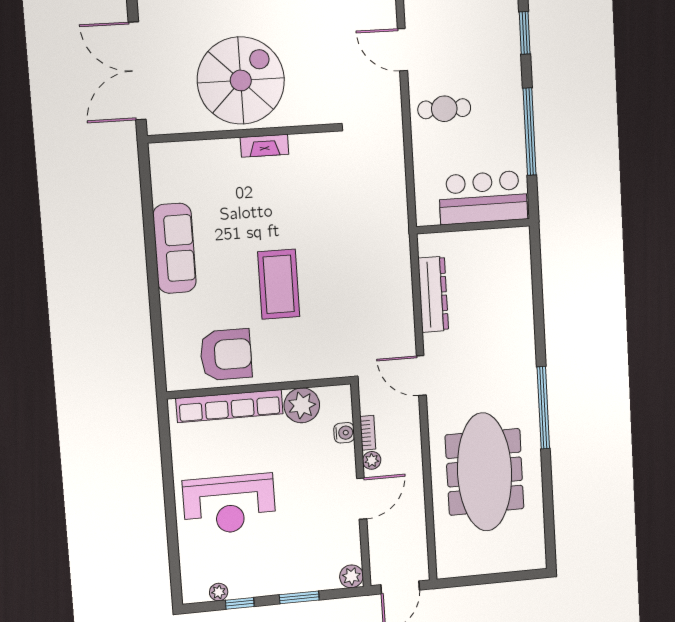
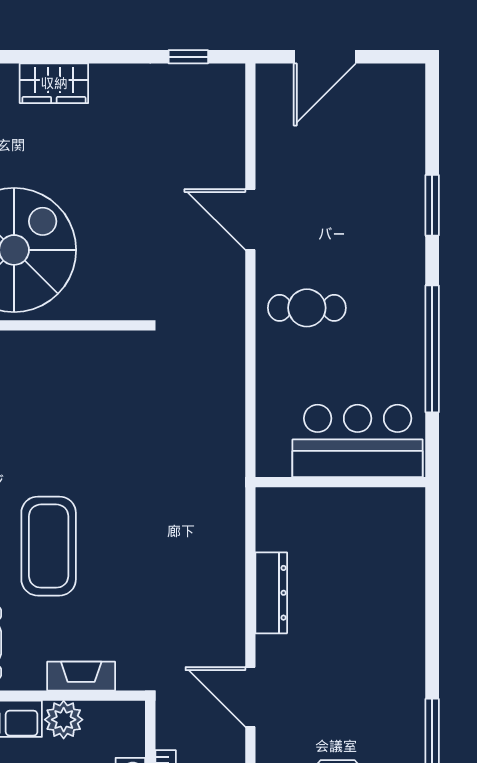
fireplace: (264, 146) -> (81, 676), moved, turned 180
dresser: (433, 294) -> (271, 593), width x0.73, depth x0.80
plant: (302, 405) -> (64, 720), width x0.73, depth x0.73

